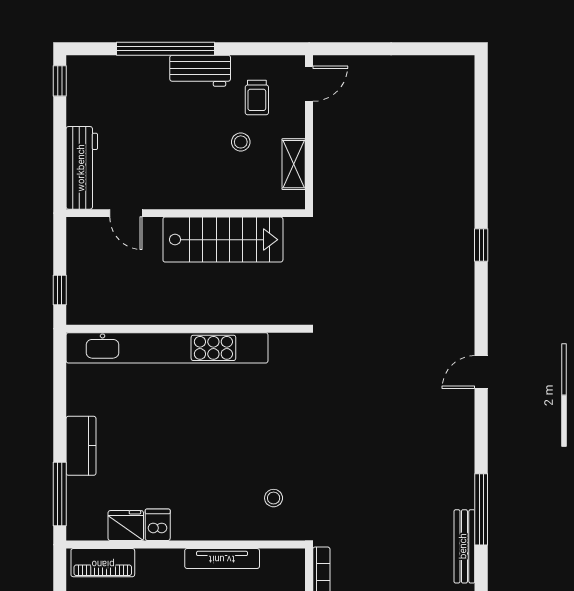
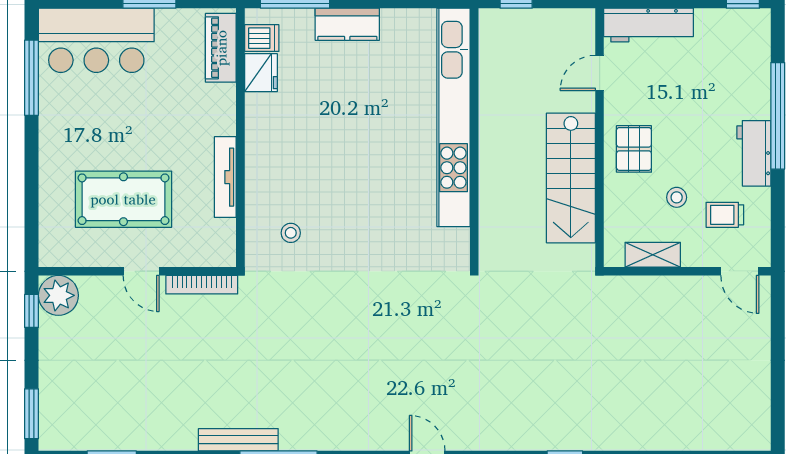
pallet: (196, 181) -> (634, 149), added
dishwasher: (158, 525) -> (262, 38), moved

